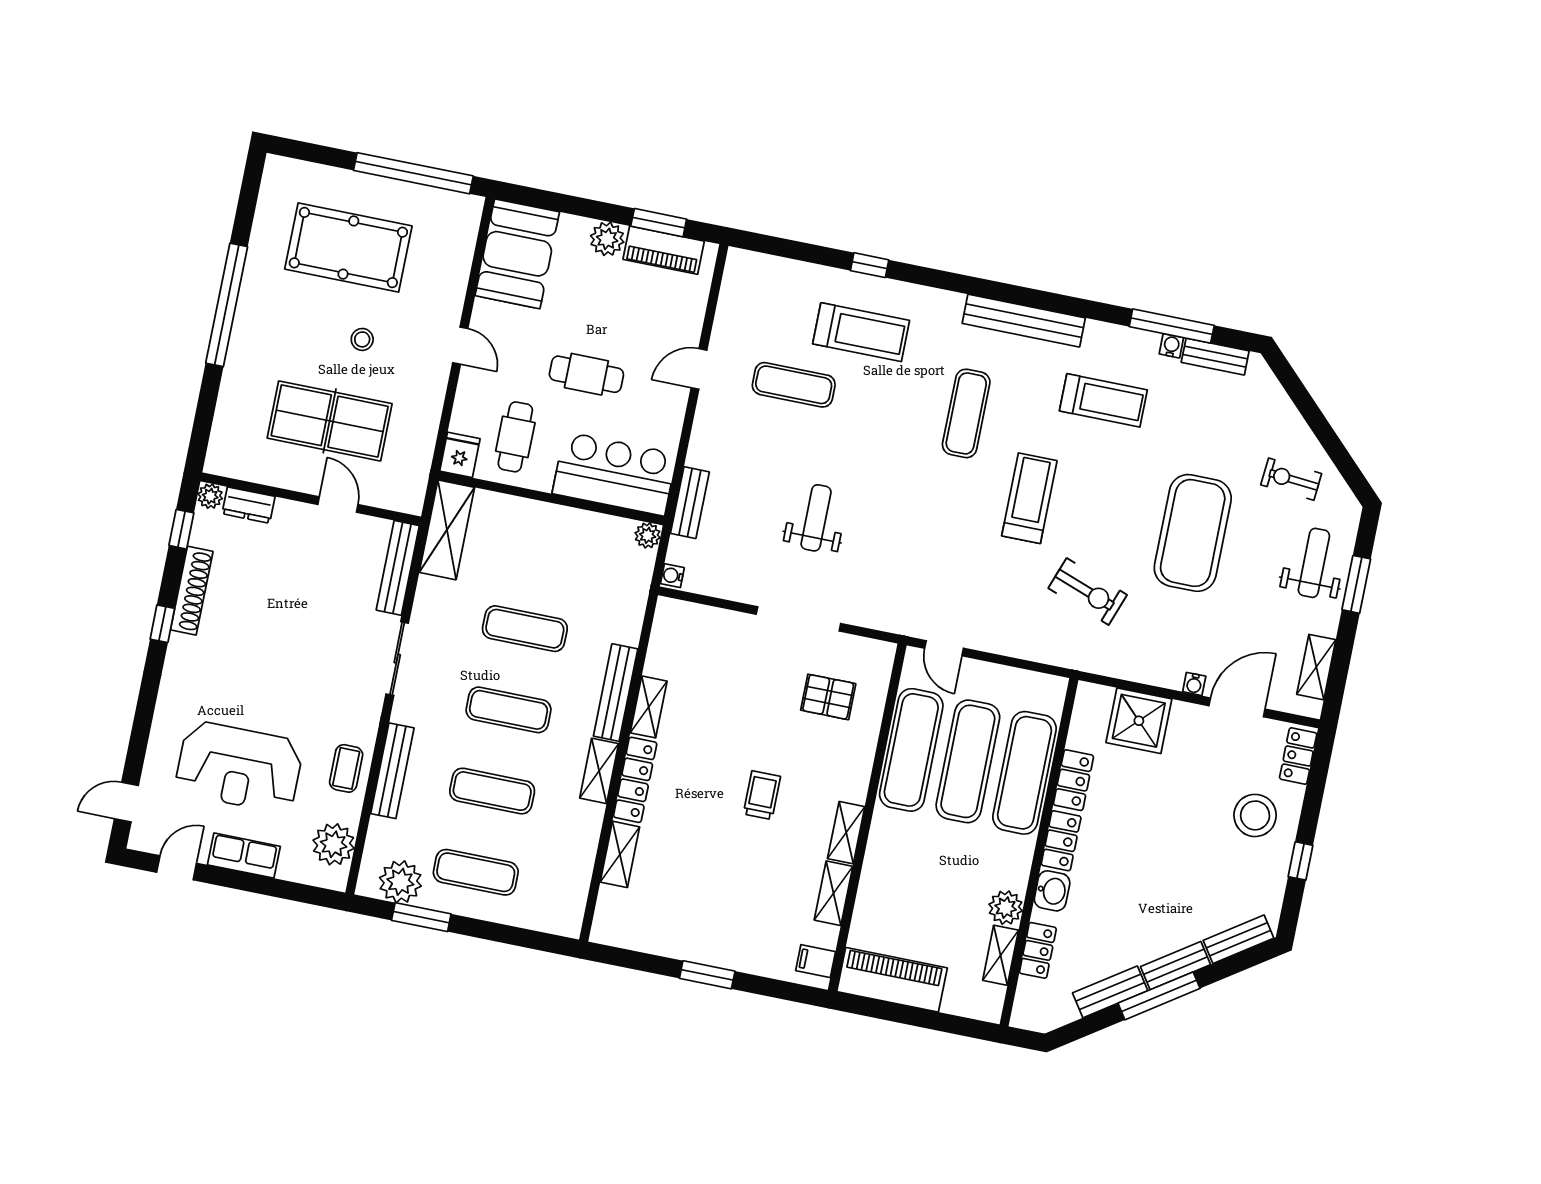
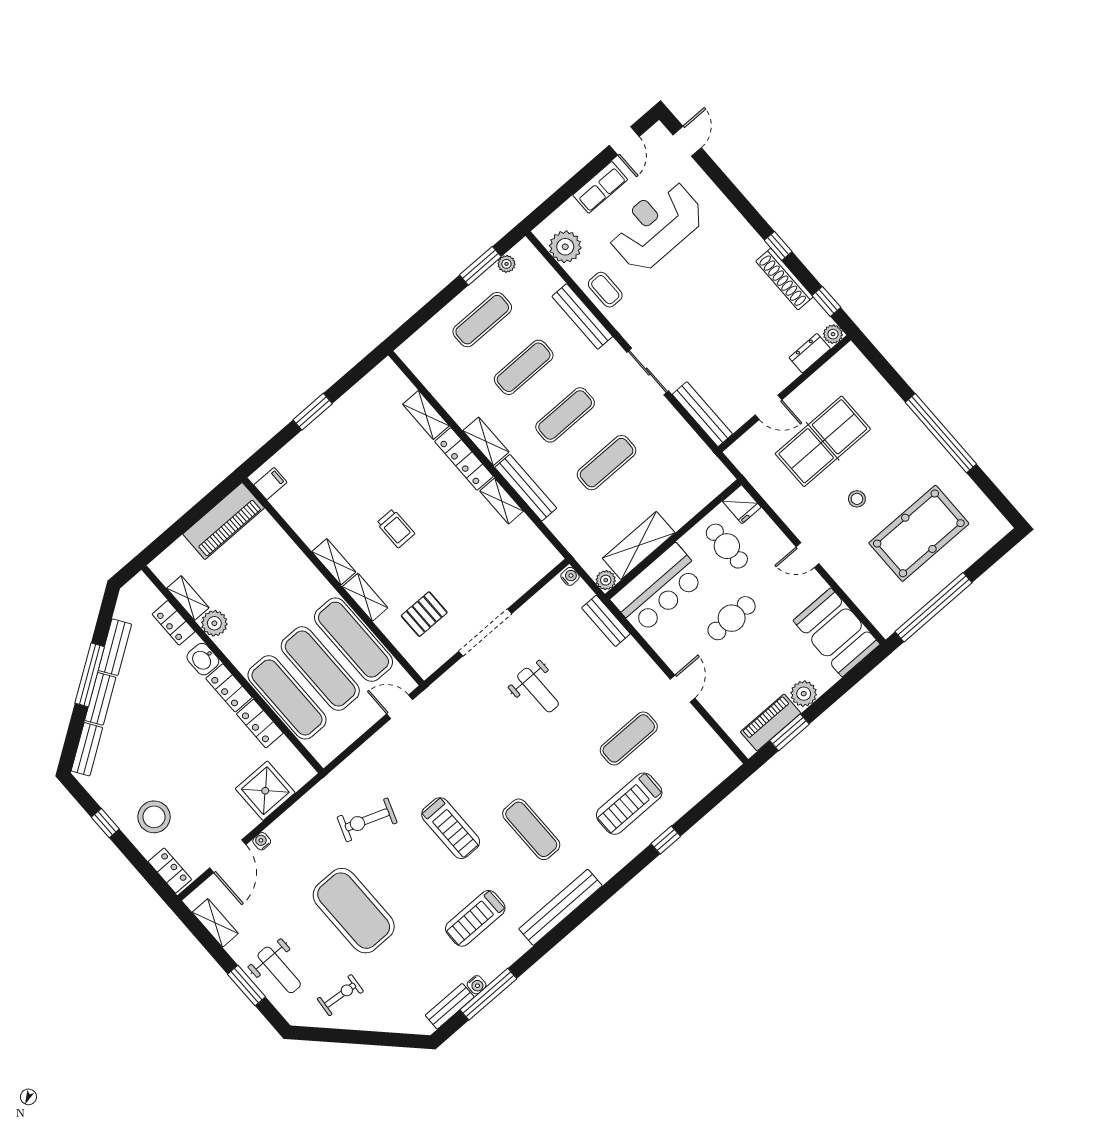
shelving: (447, 530) -> (639, 545), moved, turned 90
plant: (400, 882) -> (506, 264), width x0.53, depth x0.53
shelving: (833, 893) -> (365, 597), moved

